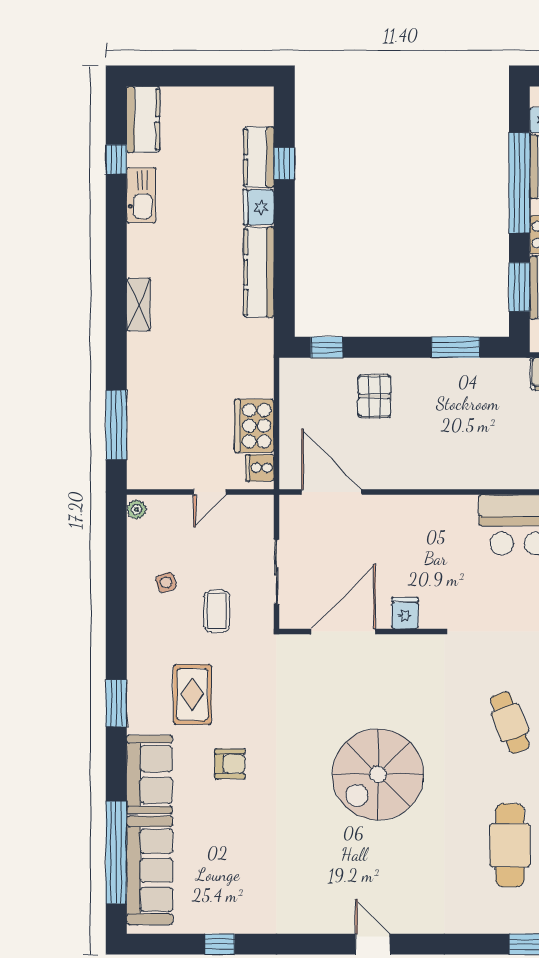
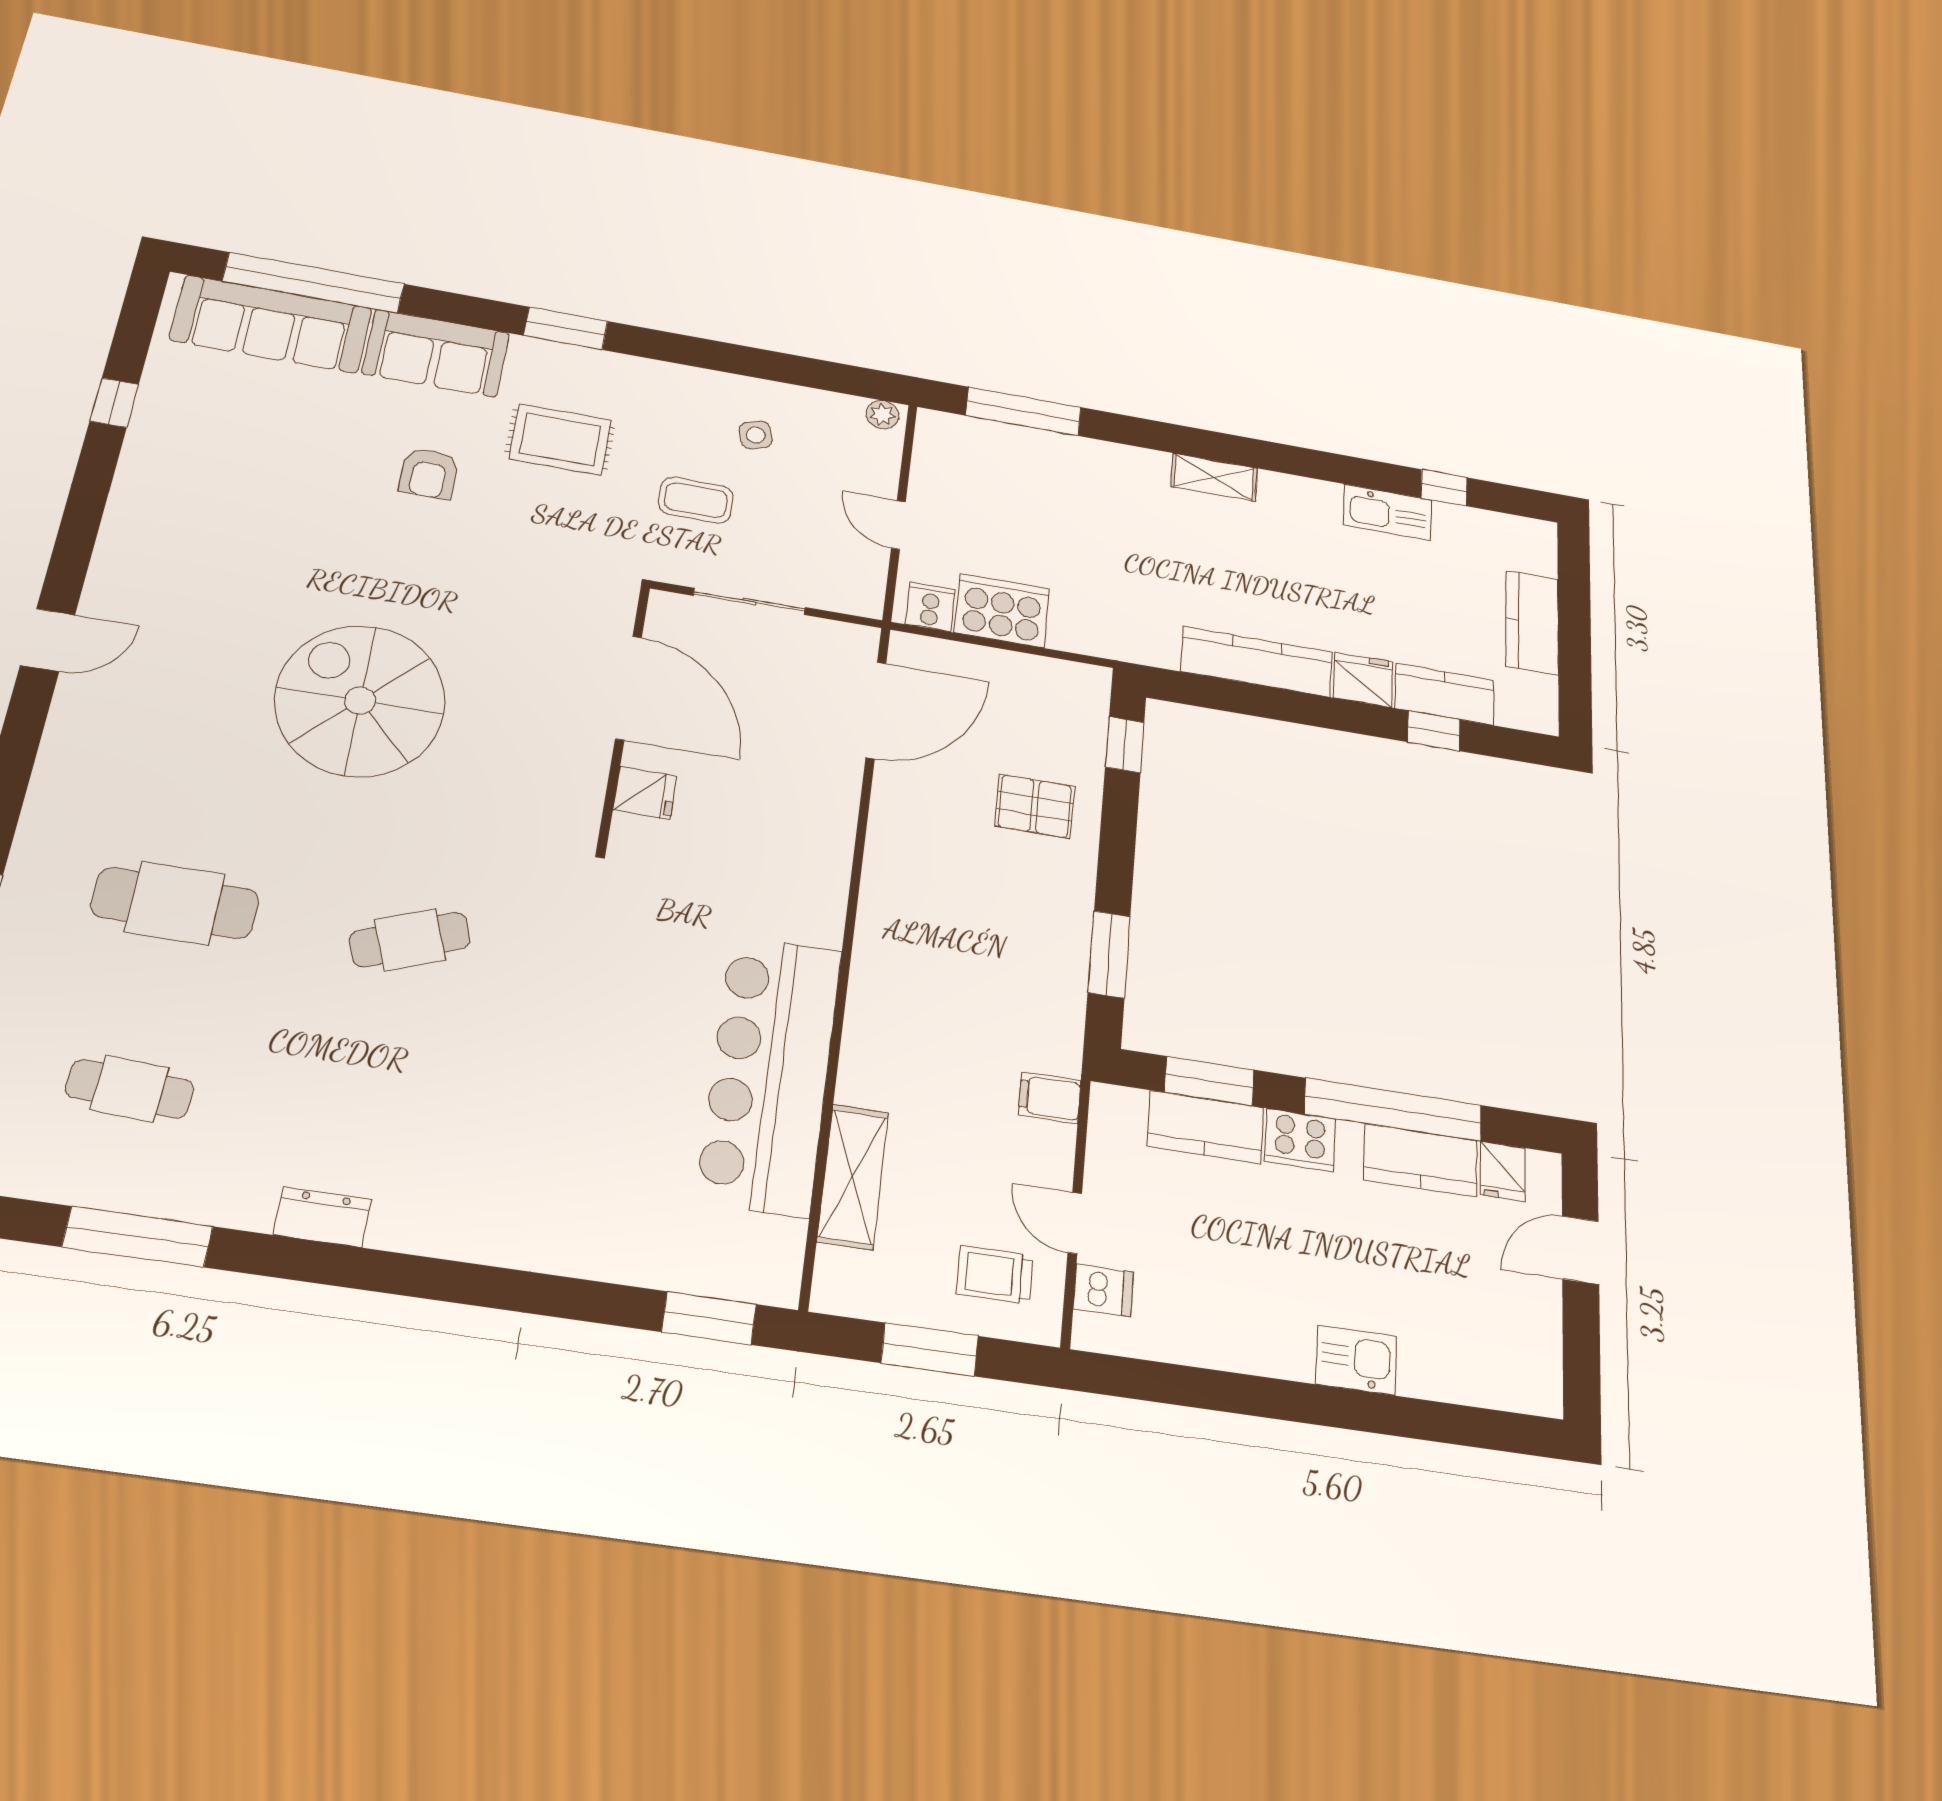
kitchen counter: (143, 119) -> (1532, 623), moved, turned 90

